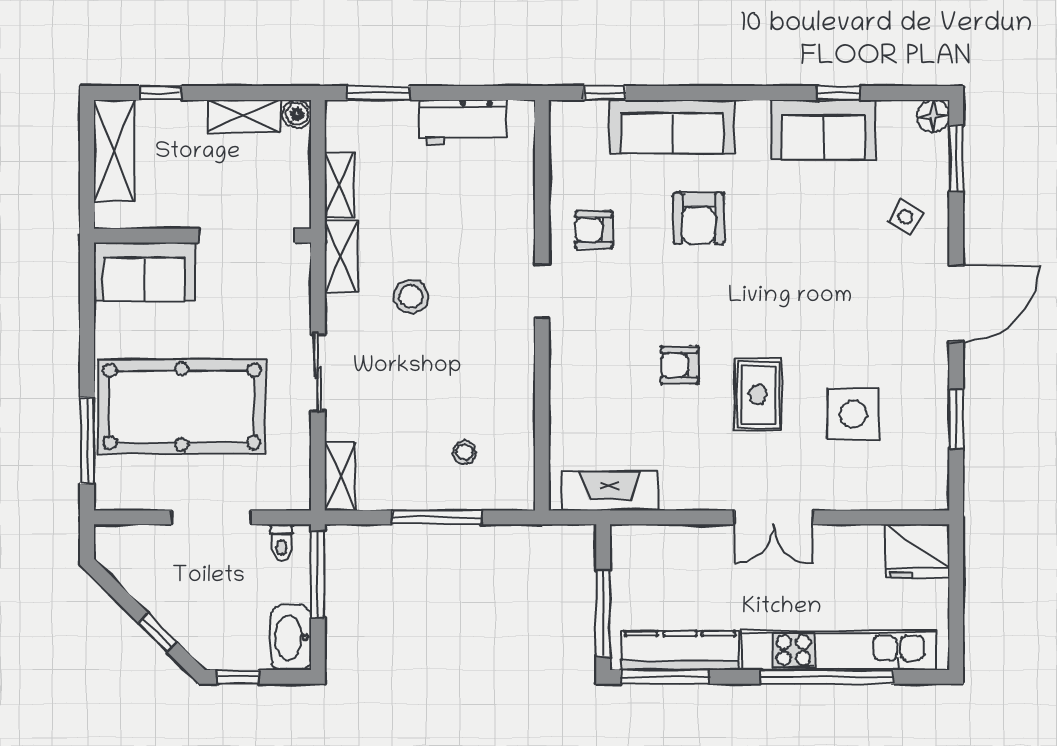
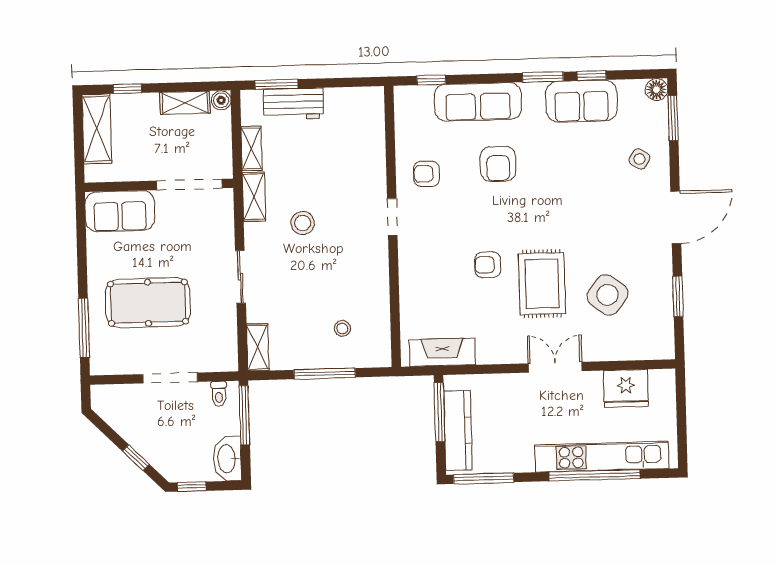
window: (768, 93) -> (543, 77), added
workbench: (463, 122) -> (294, 104), moved
rug: (758, 395) -> (542, 284), width x1.36, depth x1.43
pool table: (182, 407) -> (148, 303), width x0.73, depth x0.76
side table: (853, 414) -> (607, 295), turned 37
double door: (774, 517) -> (555, 367), swing flipped
fridge: (917, 551) -> (626, 388), moved
window: (603, 613) -> (440, 412), moved
kitchen counter: (680, 651) -> (458, 430), moved, turned 90

